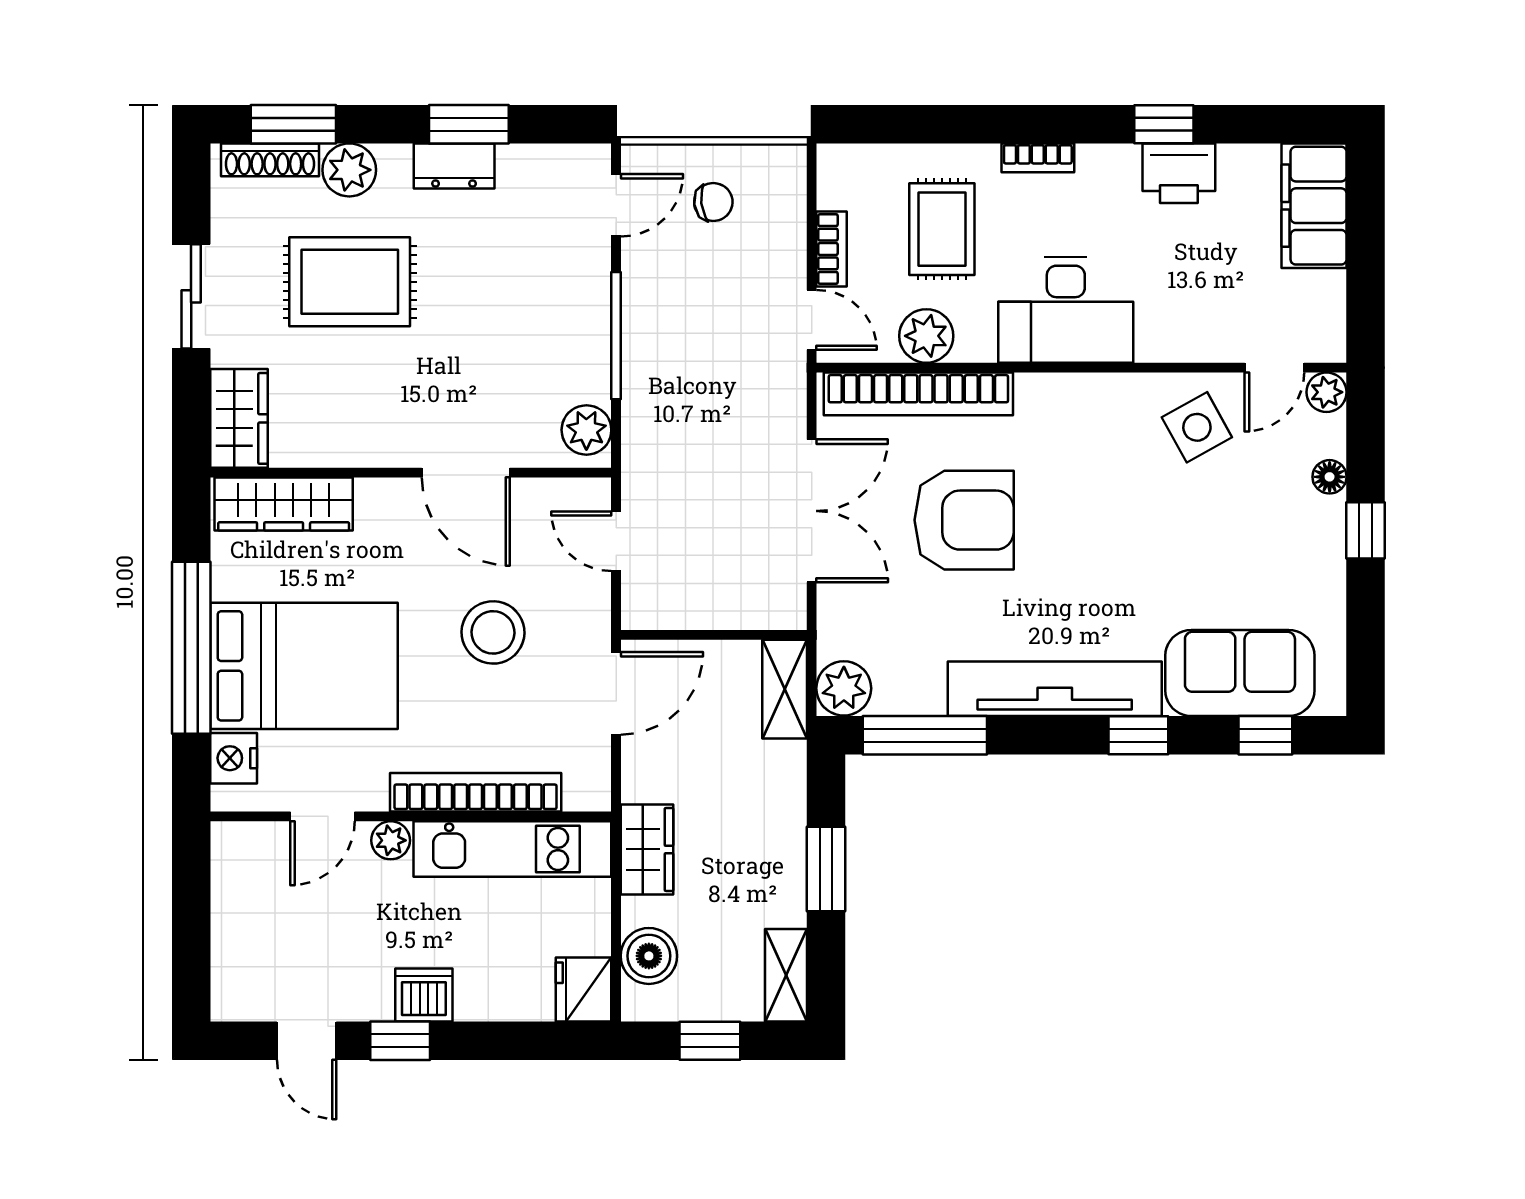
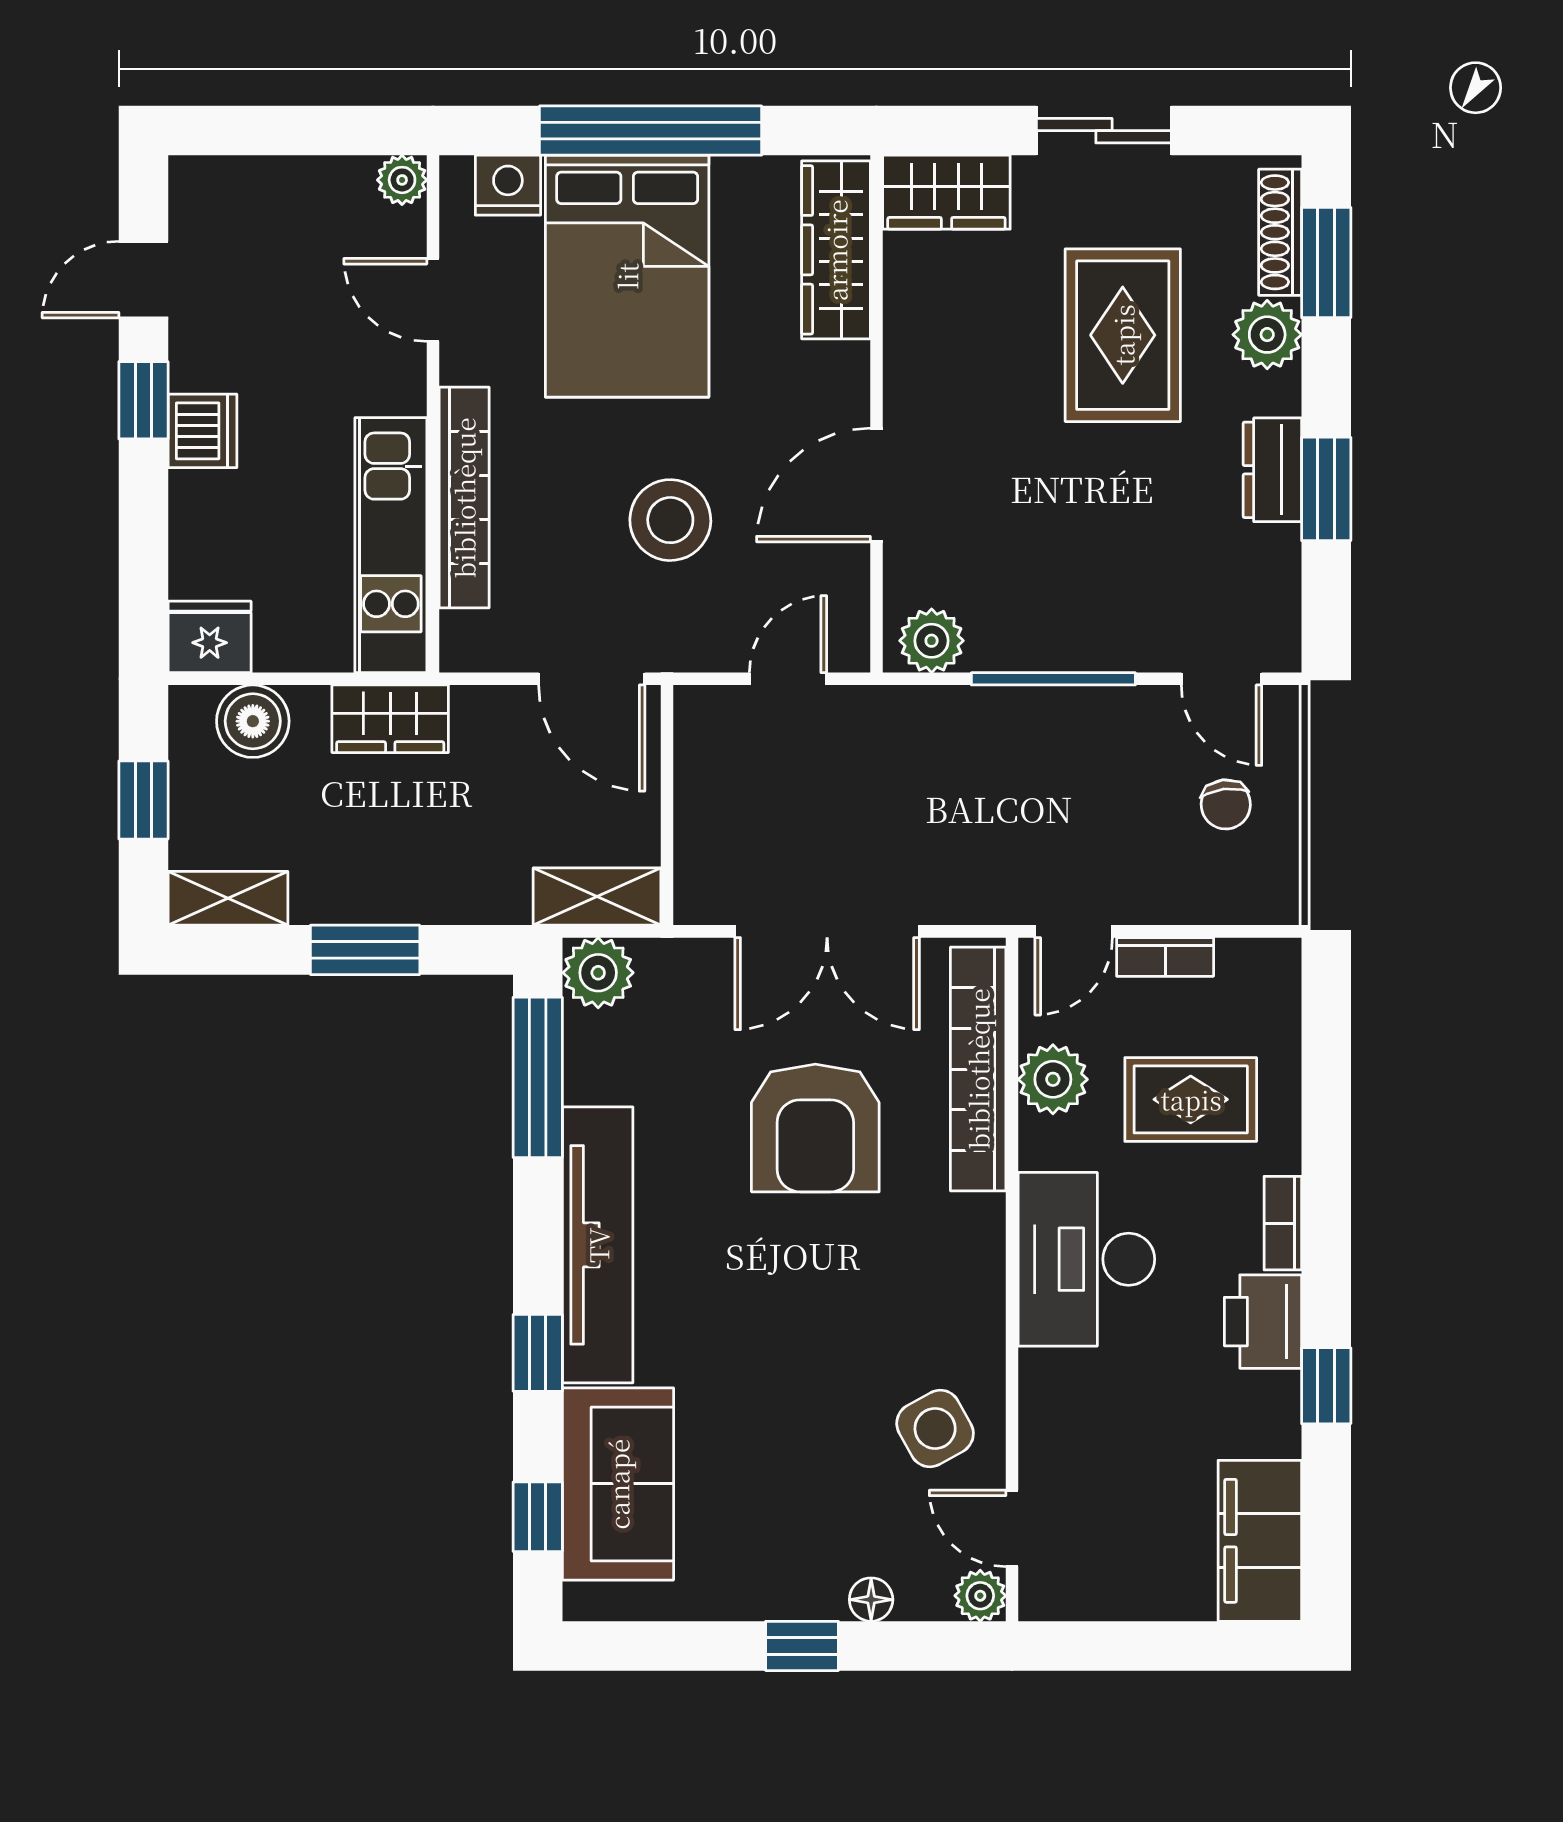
printer: (1179, 173) -> (1263, 1322), moved
filing cabinet: (1314, 206) -> (1260, 1541), moved, turned -90
plant: (391, 840) -> (402, 180), moved

